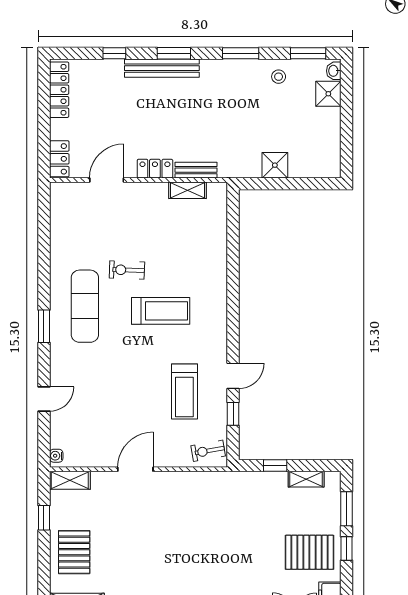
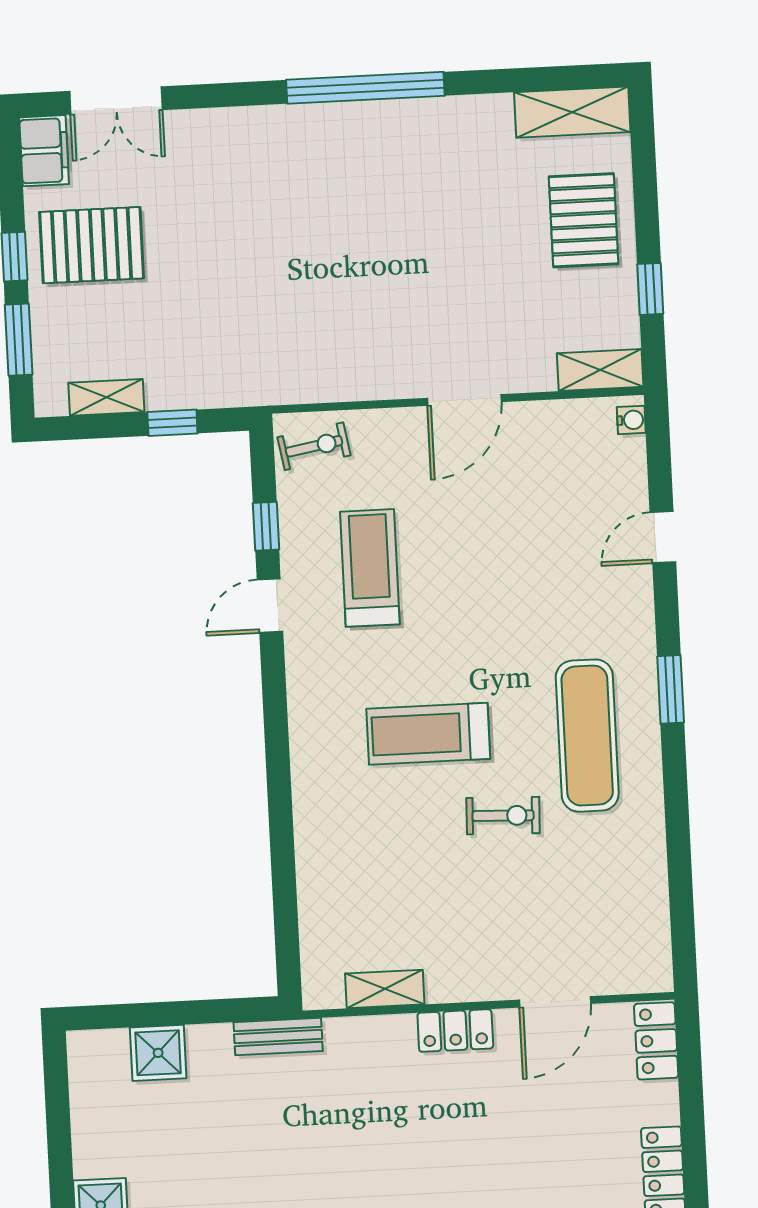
shower: (275, 165) -> (158, 1053), moved
bench: (196, 170) -> (278, 1037), moved

